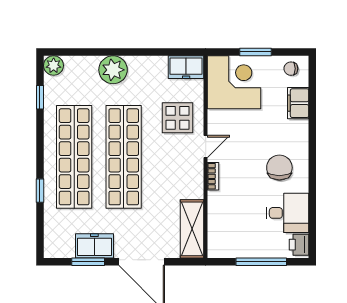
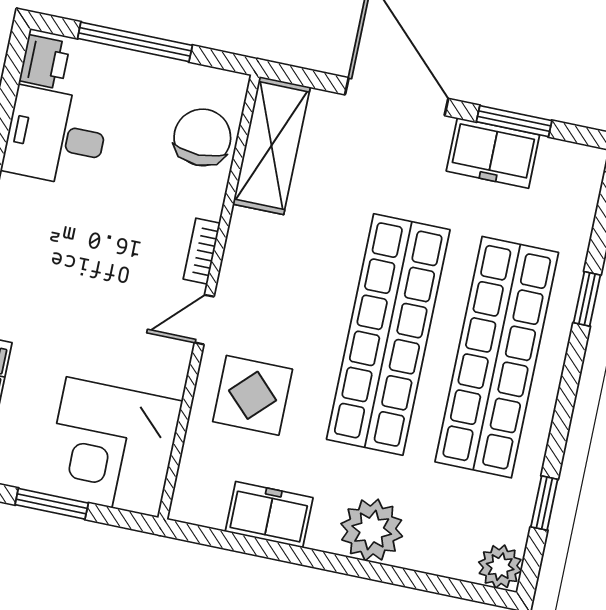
freezer: (186, 67) -> (269, 515), moved
chair: (279, 168) -> (202, 137), moved, turned 180

